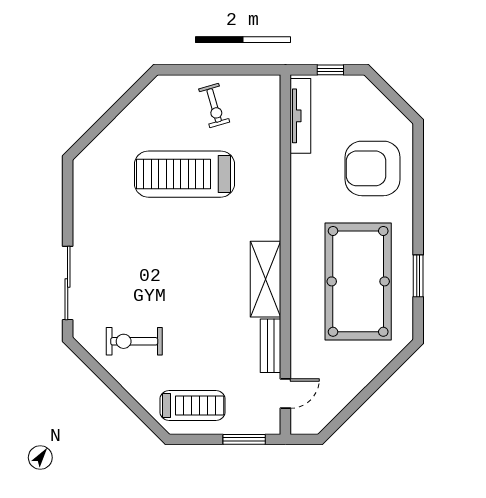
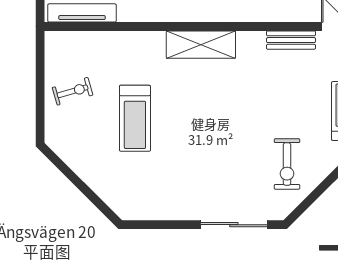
treadmill: (184, 174) -> (135, 118), width x0.73, depth x0.73
shelving: (266, 279) -> (201, 45), moved

